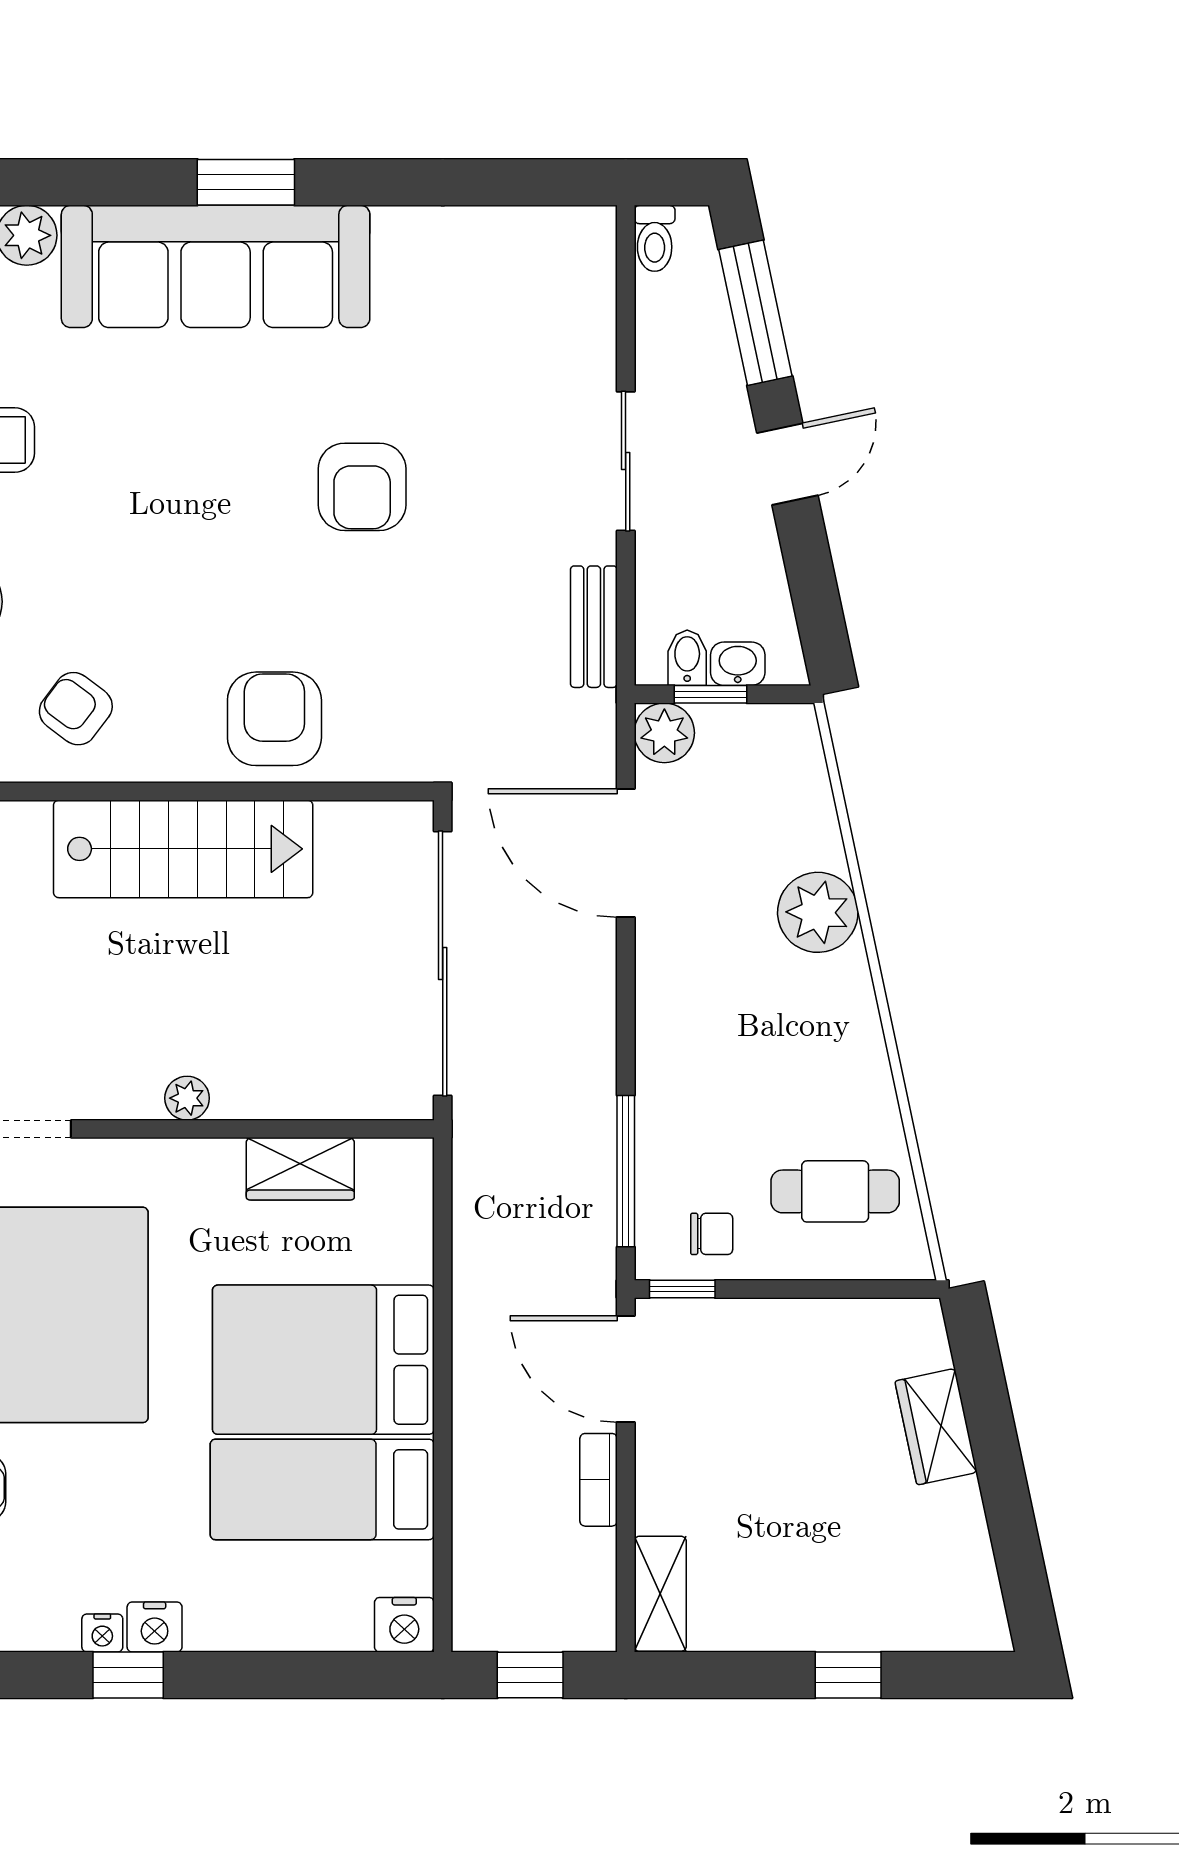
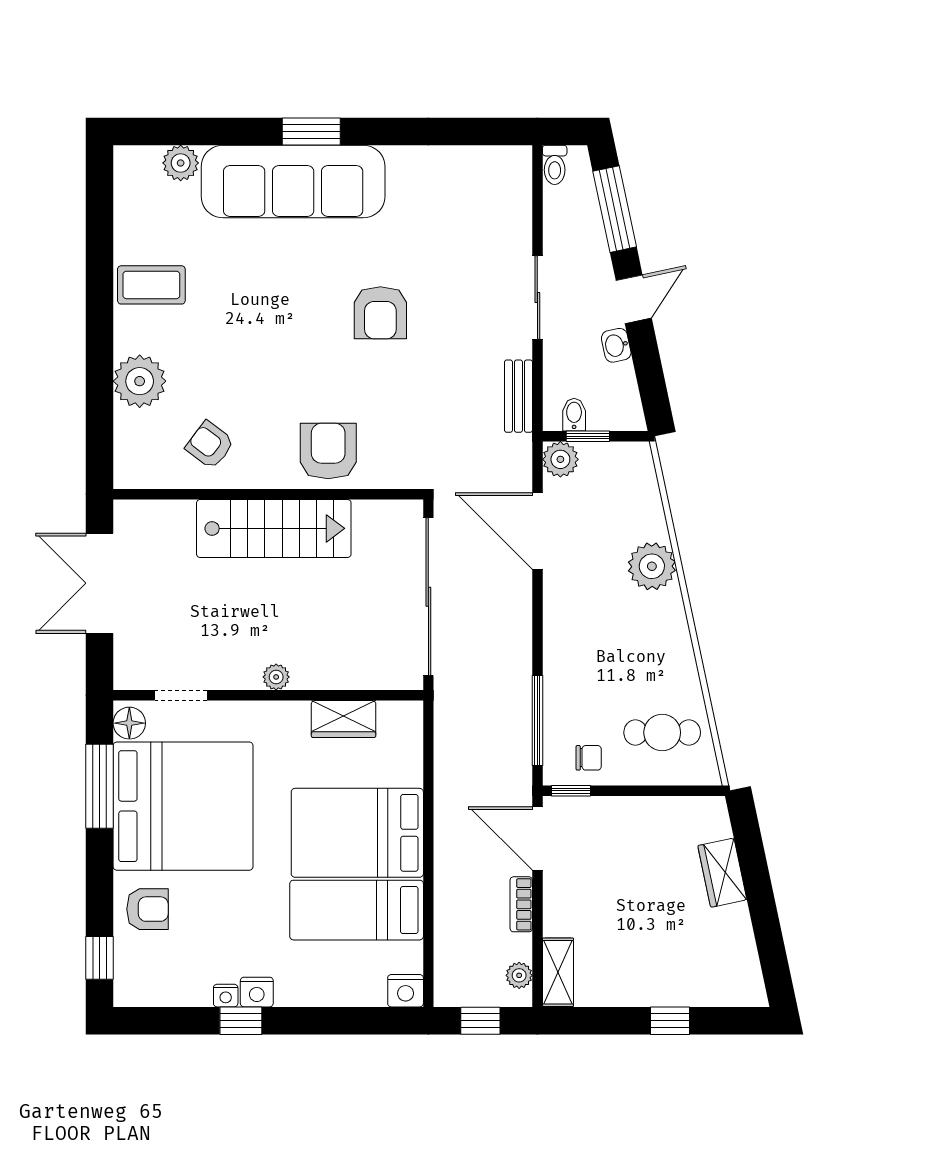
washbasin: (738, 664) -> (616, 345), moved, turned -102
plant: (595, 1599) -> (519, 975), added

